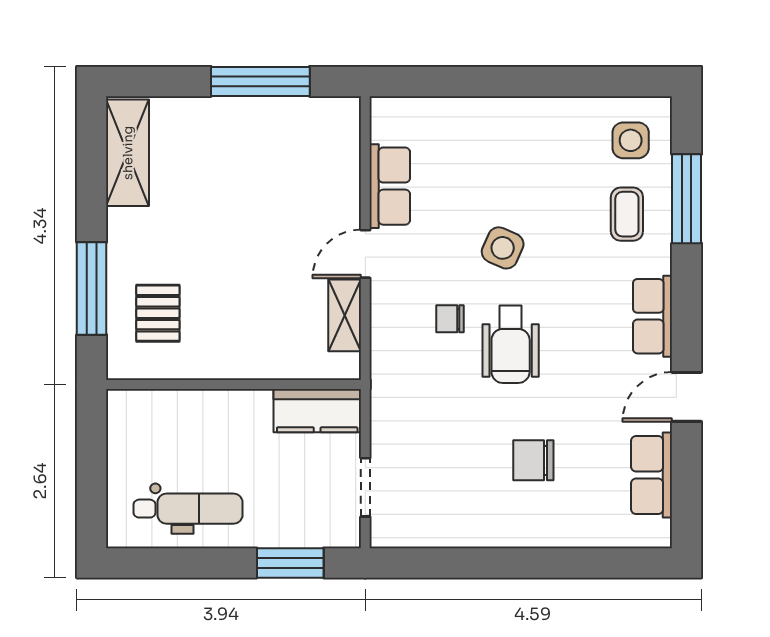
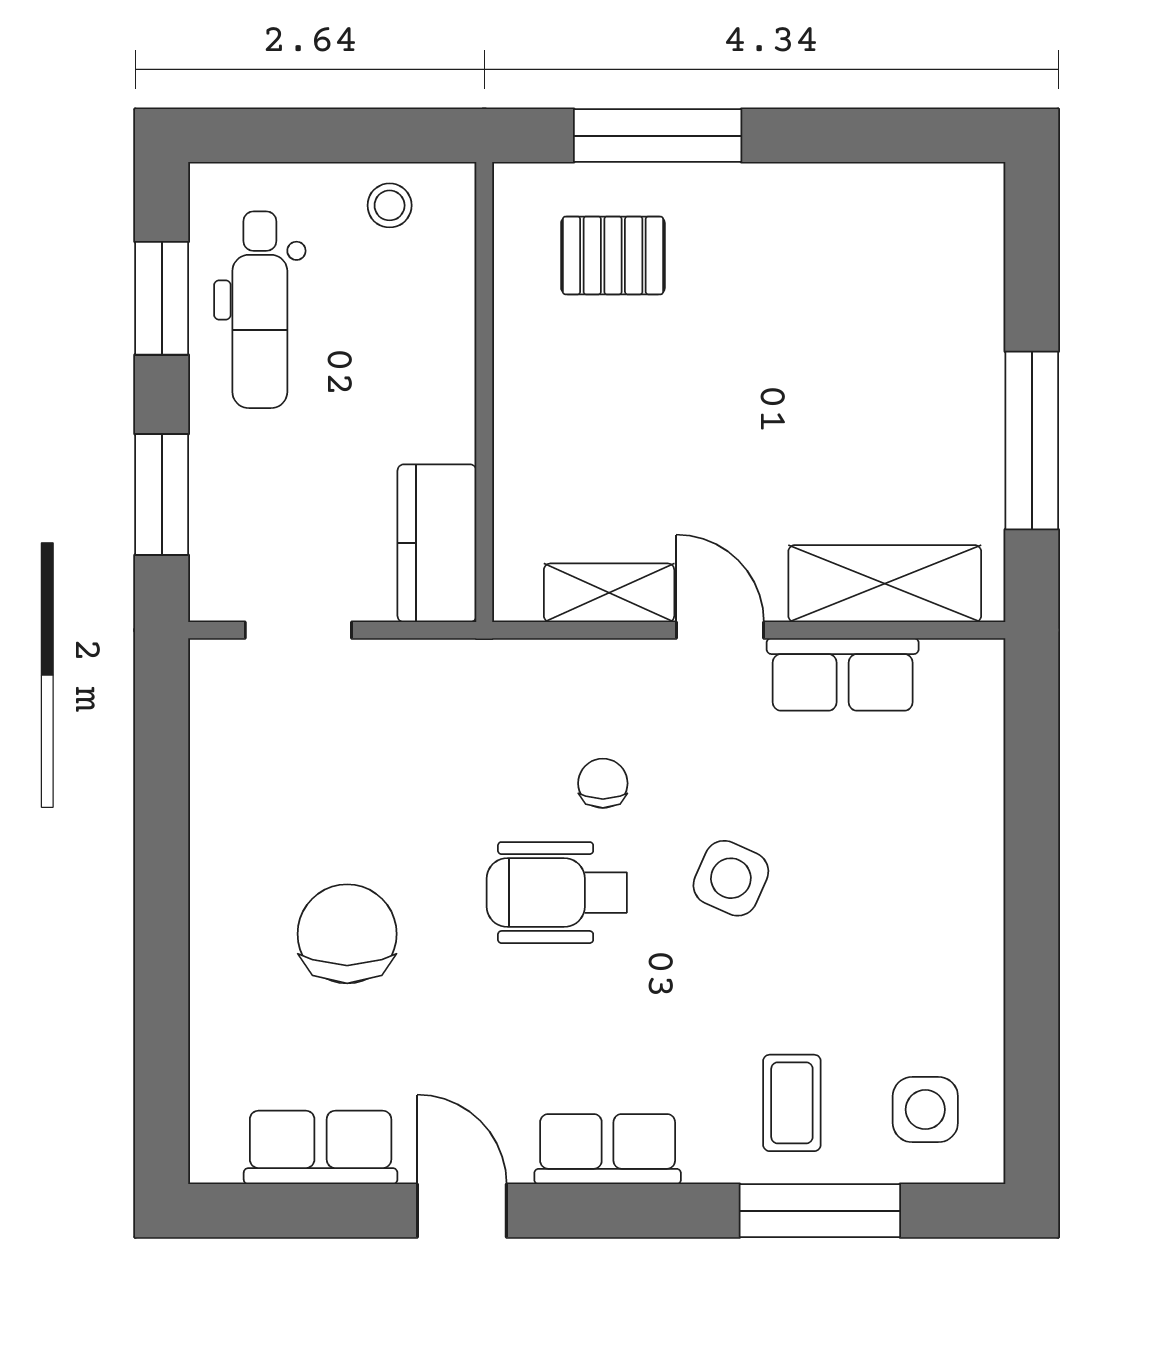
shelving: (128, 153) -> (885, 584), moved
coffee table: (627, 214) -> (792, 1103), turned 90
stool: (130, 437) -> (390, 205), added
chair: (533, 460) -> (347, 934), width x1.37, depth x1.37
window: (182, 563) -> (162, 298), added

